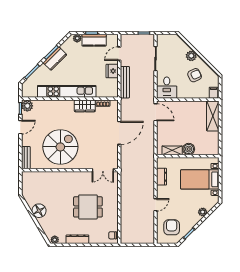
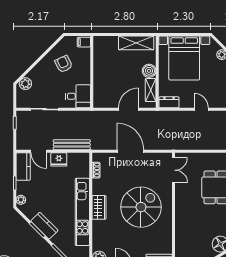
kitchen counter: (94, 40) -> (23, 166), moved
plant: (191, 56) -> (25, 84), moved
wardrobe: (85, 106) -> (99, 207), moved
door: (156, 112) -> (129, 109), moved
shelving: (213, 116) -> (136, 43), moved
spiral stairs: (60, 147) -> (141, 207), moved, turned 90
dresser: (162, 177) -> (169, 102), moved
bed with nightstands: (200, 179) -> (184, 58), width x1.36
door: (156, 205) -> (201, 109), moved

